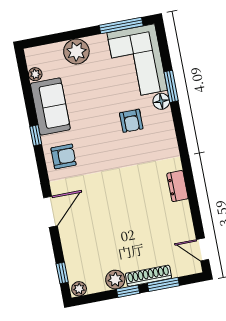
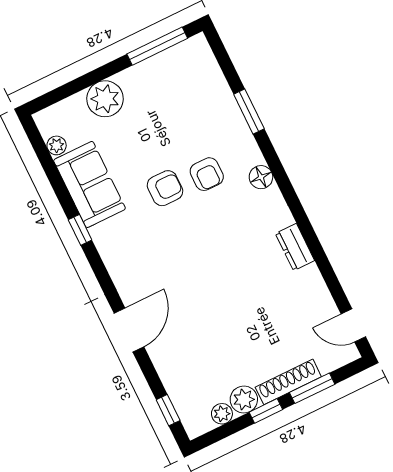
corner sofa: (137, 62) -> (193, 90), removed
floor lamp: (161, 101) -> (261, 177), moved
armchair: (64, 156) -> (165, 188), moved
plant: (79, 289) -> (222, 414), moved

